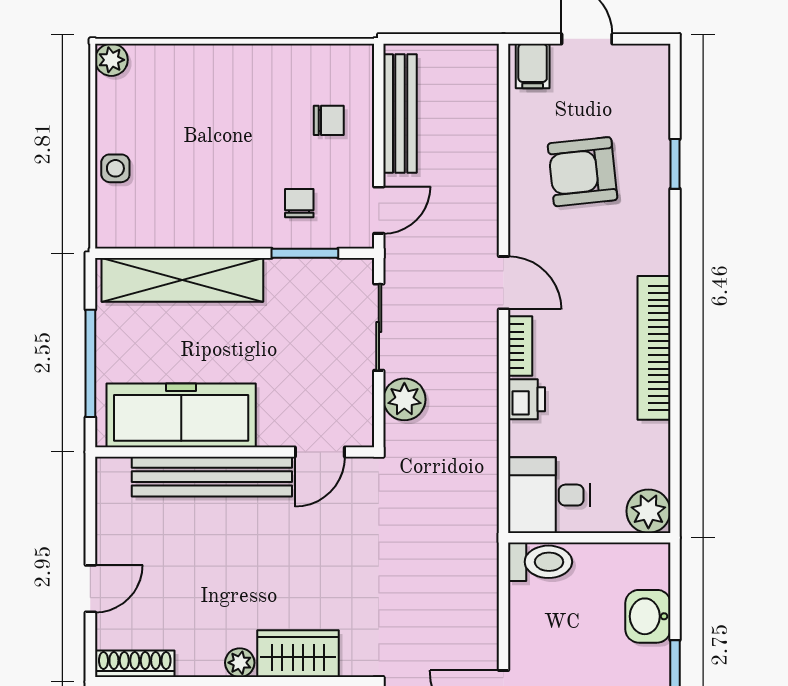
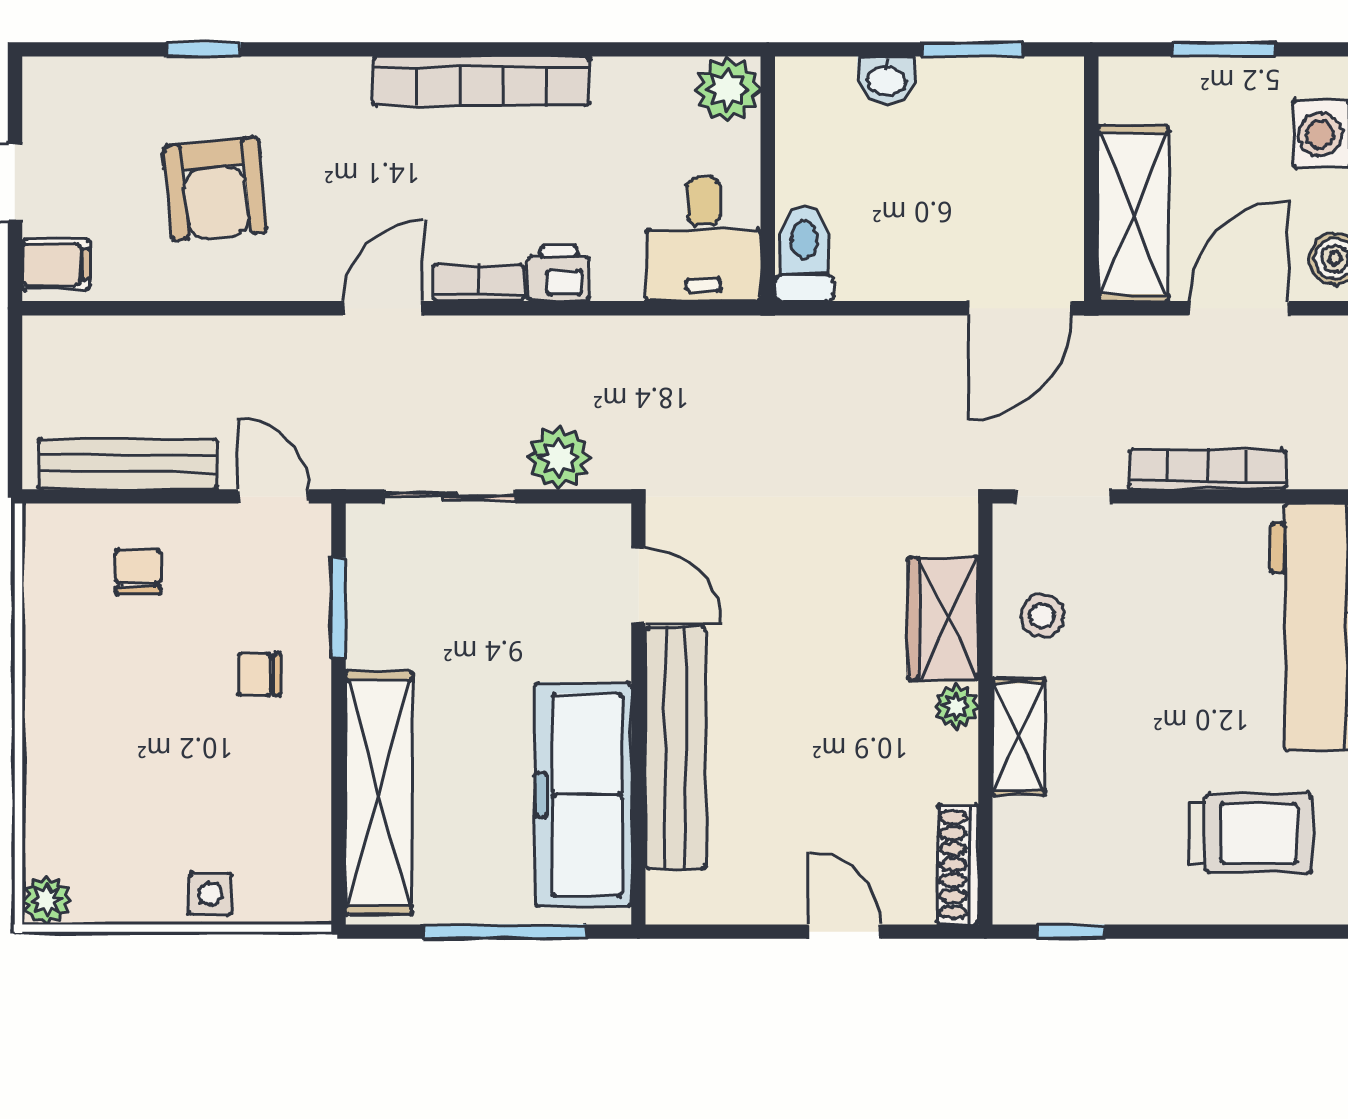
chair: (299, 203) -> (259, 674), moved
washbasin: (648, 616) -> (886, 80), width x0.72, depth x0.69

